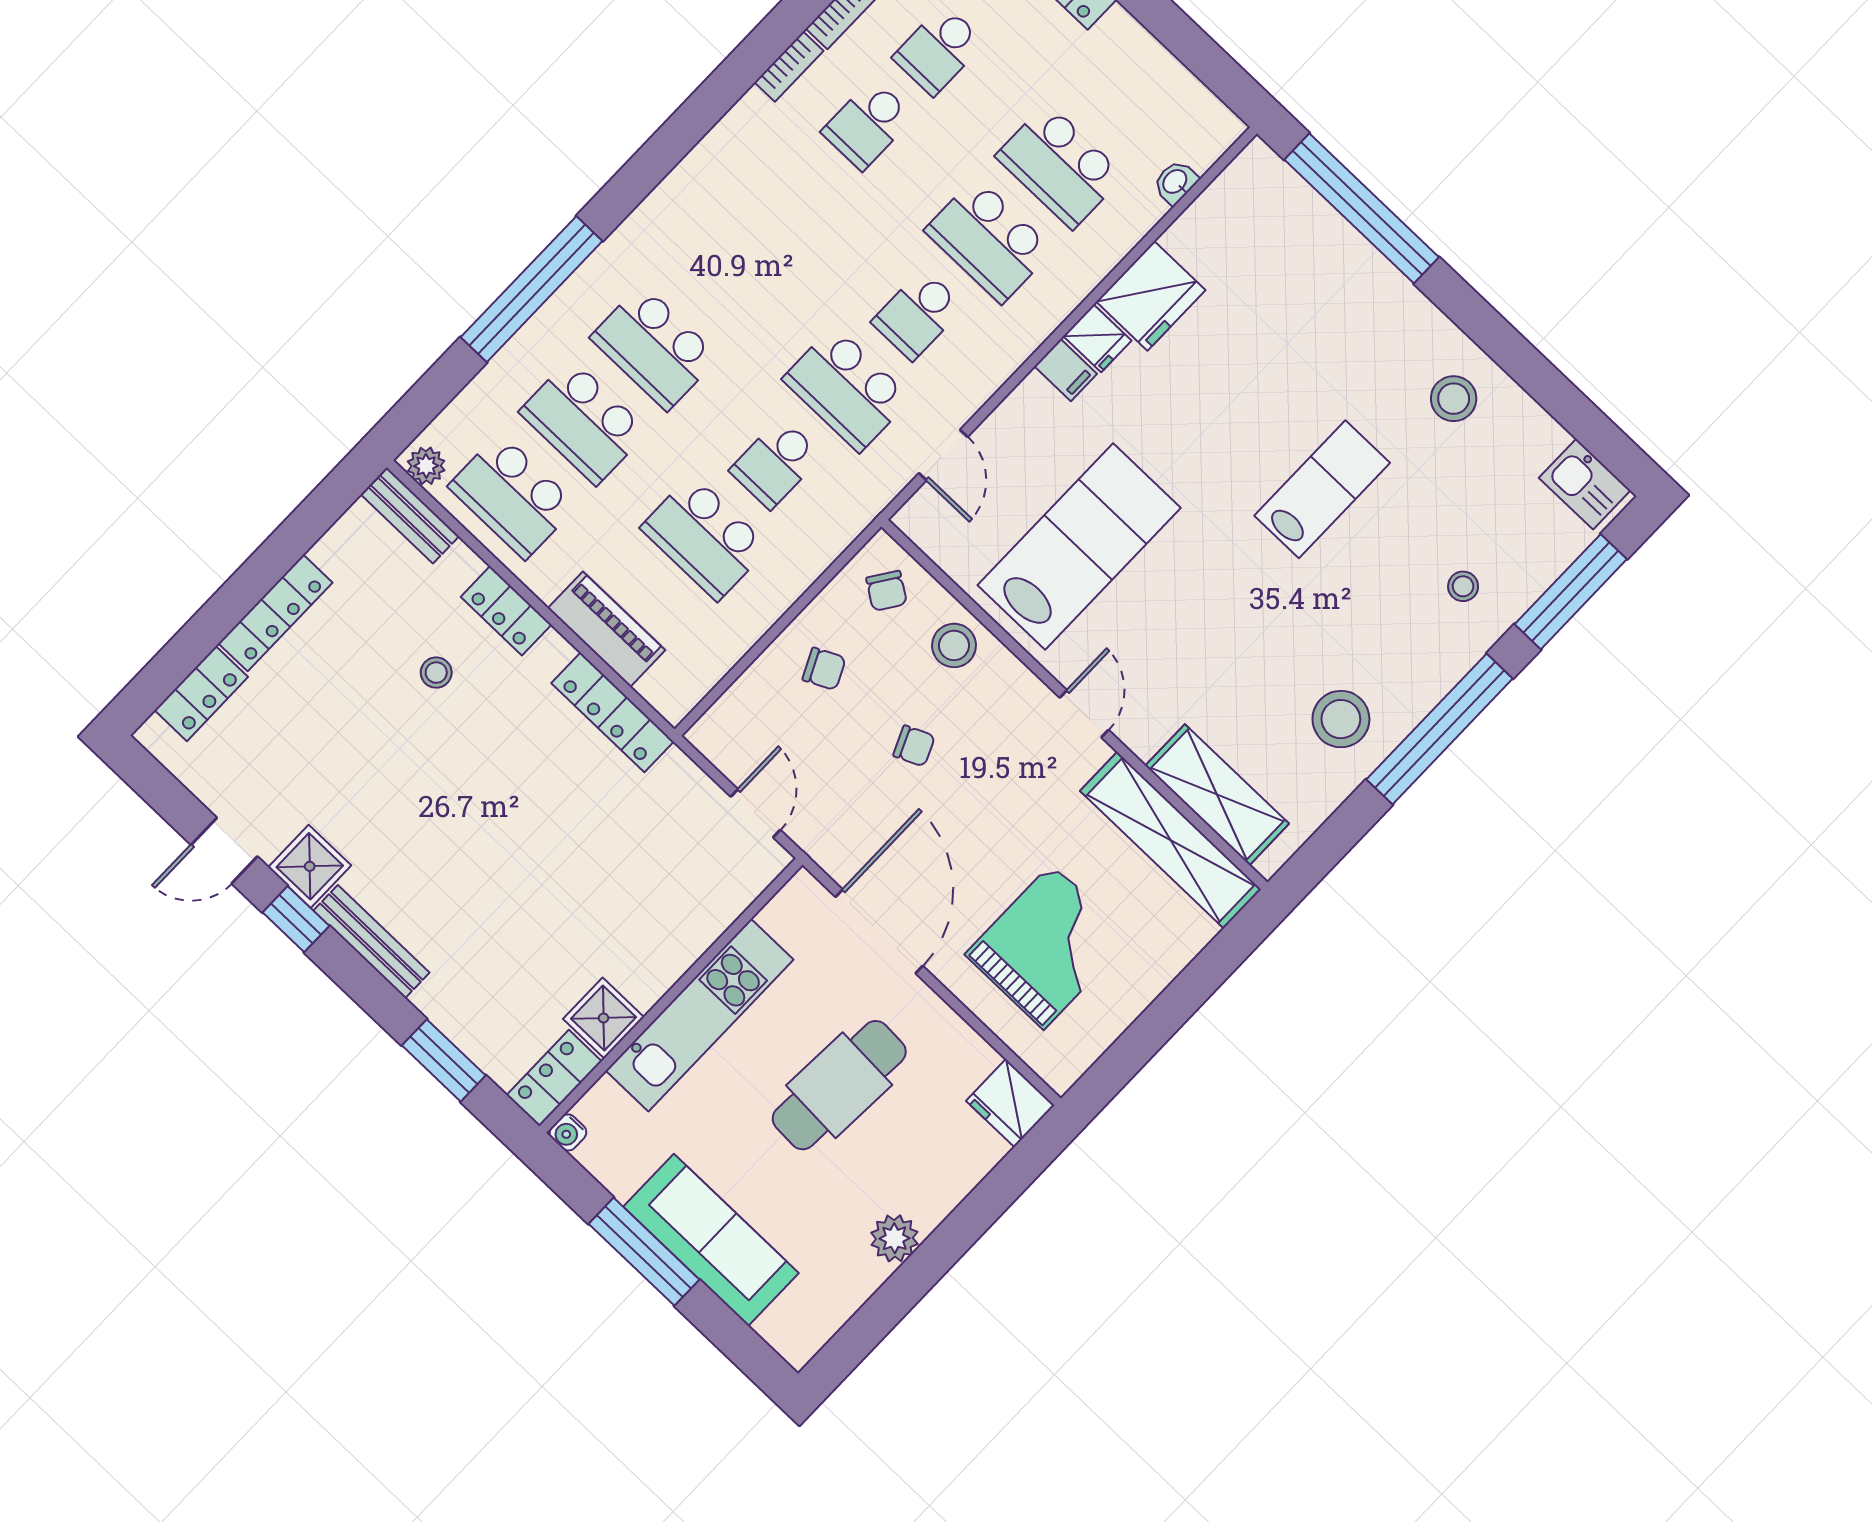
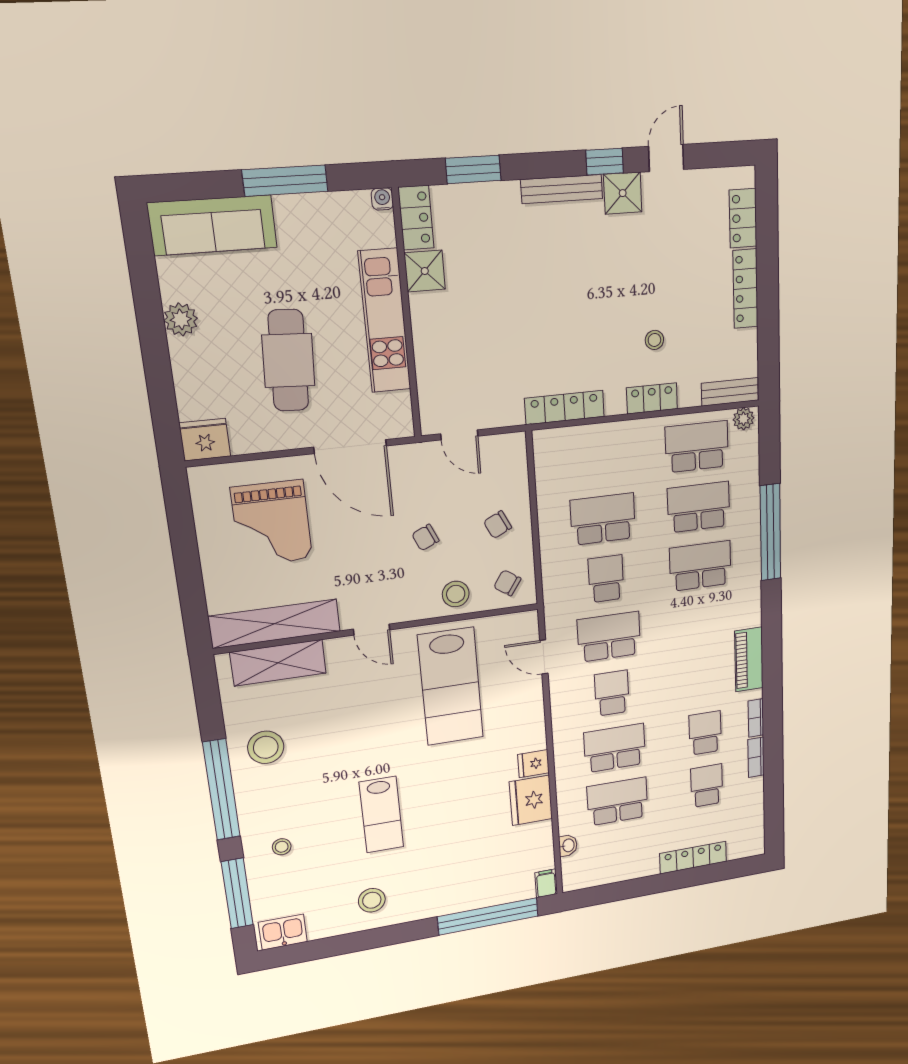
filing cabinet: (1066, 370) -> (546, 883), moved, turned 90
piano: (606, 629) -> (749, 659), moved, turned 90
sofa: (711, 1240) -> (213, 225), moved

